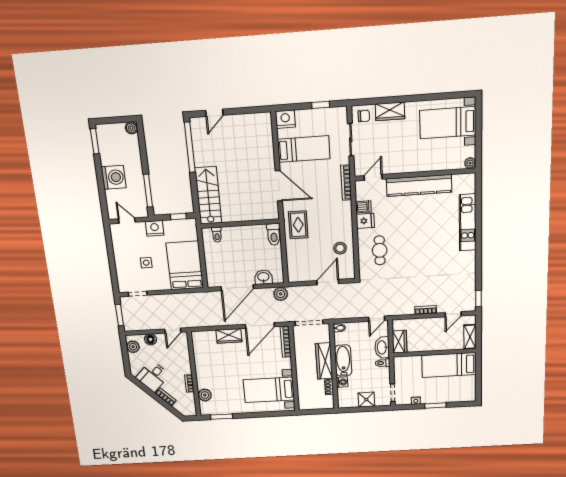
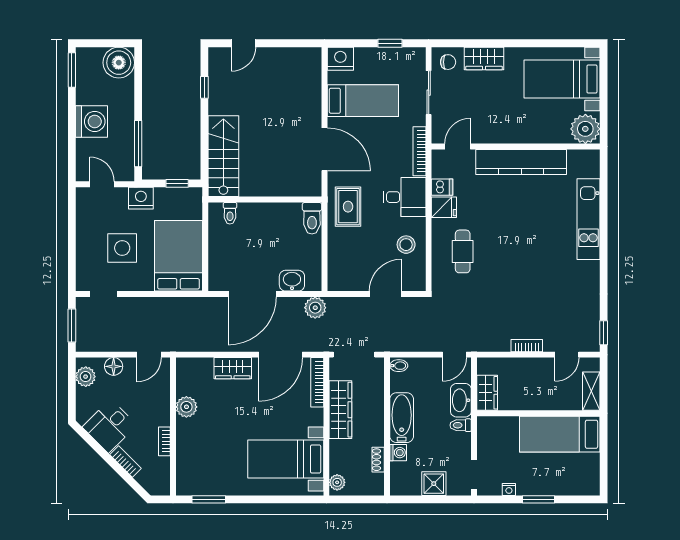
boiler: (131, 128) -> (119, 63), width x1.86, depth x1.86
window: (190, 147) -> (204, 87), width x0.32
plant: (470, 163) -> (585, 129), width x1.88, depth x1.88
desk: (337, 216) -> (405, 197), added
side table: (146, 263) -> (122, 248), width x1.87, depth x1.87
wardrobe: (324, 361) -> (340, 410), moved, turned 180
plant: (205, 395) -> (186, 407), moved
plant: (303, 402) -> (337, 482), added

